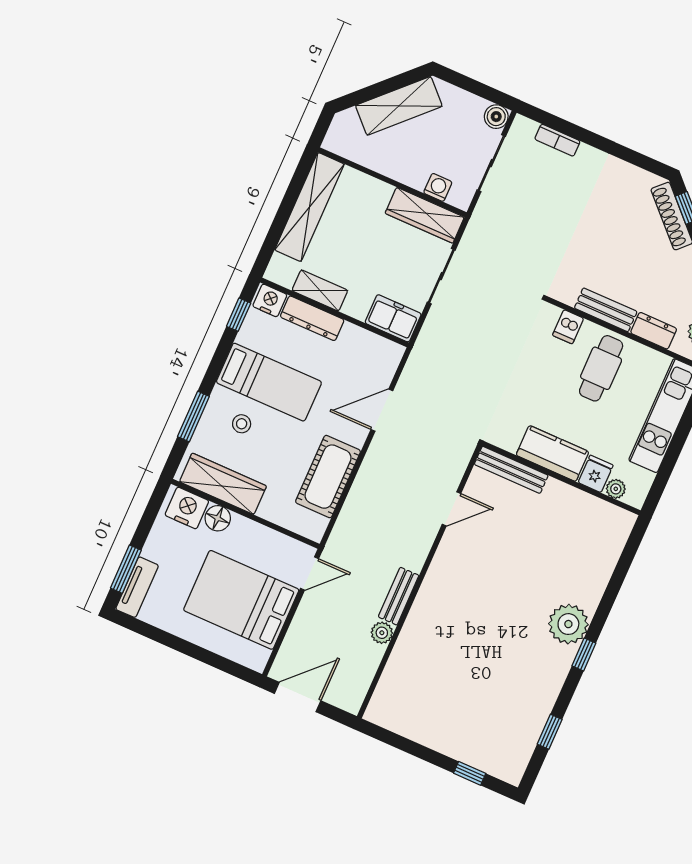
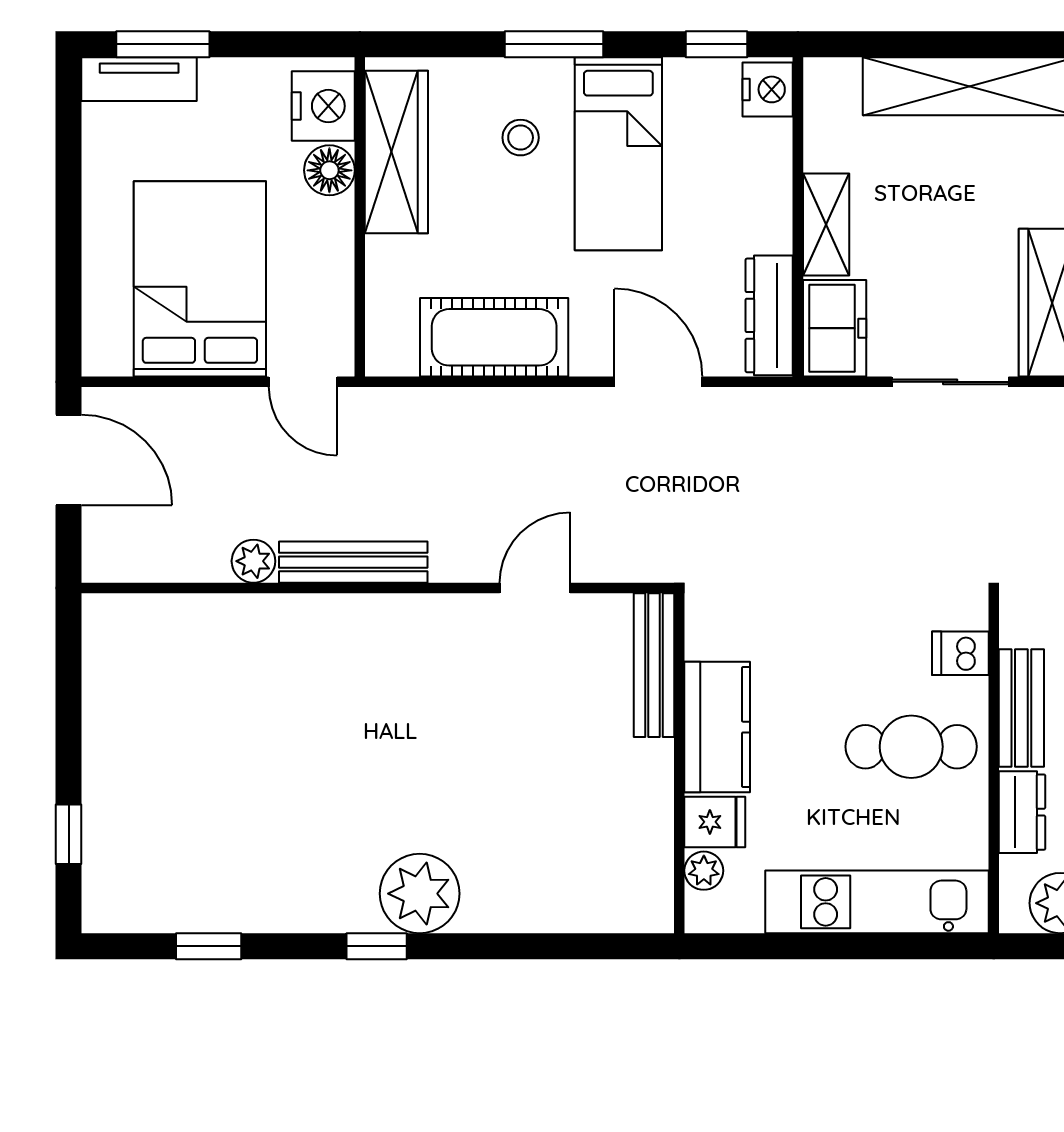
shelving: (320, 290) -> (826, 224), moved
dresser: (312, 318) -> (769, 315), moved
window: (193, 417) -> (554, 44), moved
door: (451, 509) -> (535, 588), swing flipped
bench: (399, 596) -> (353, 562), width x1.36

